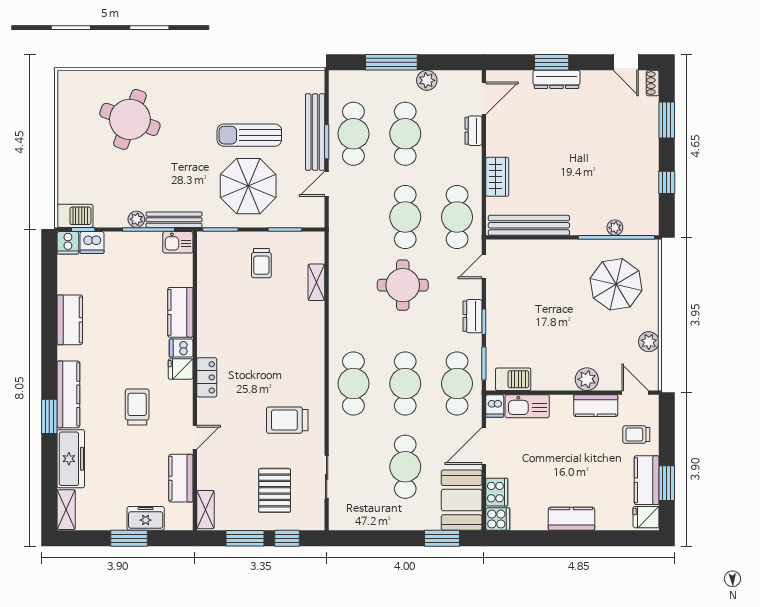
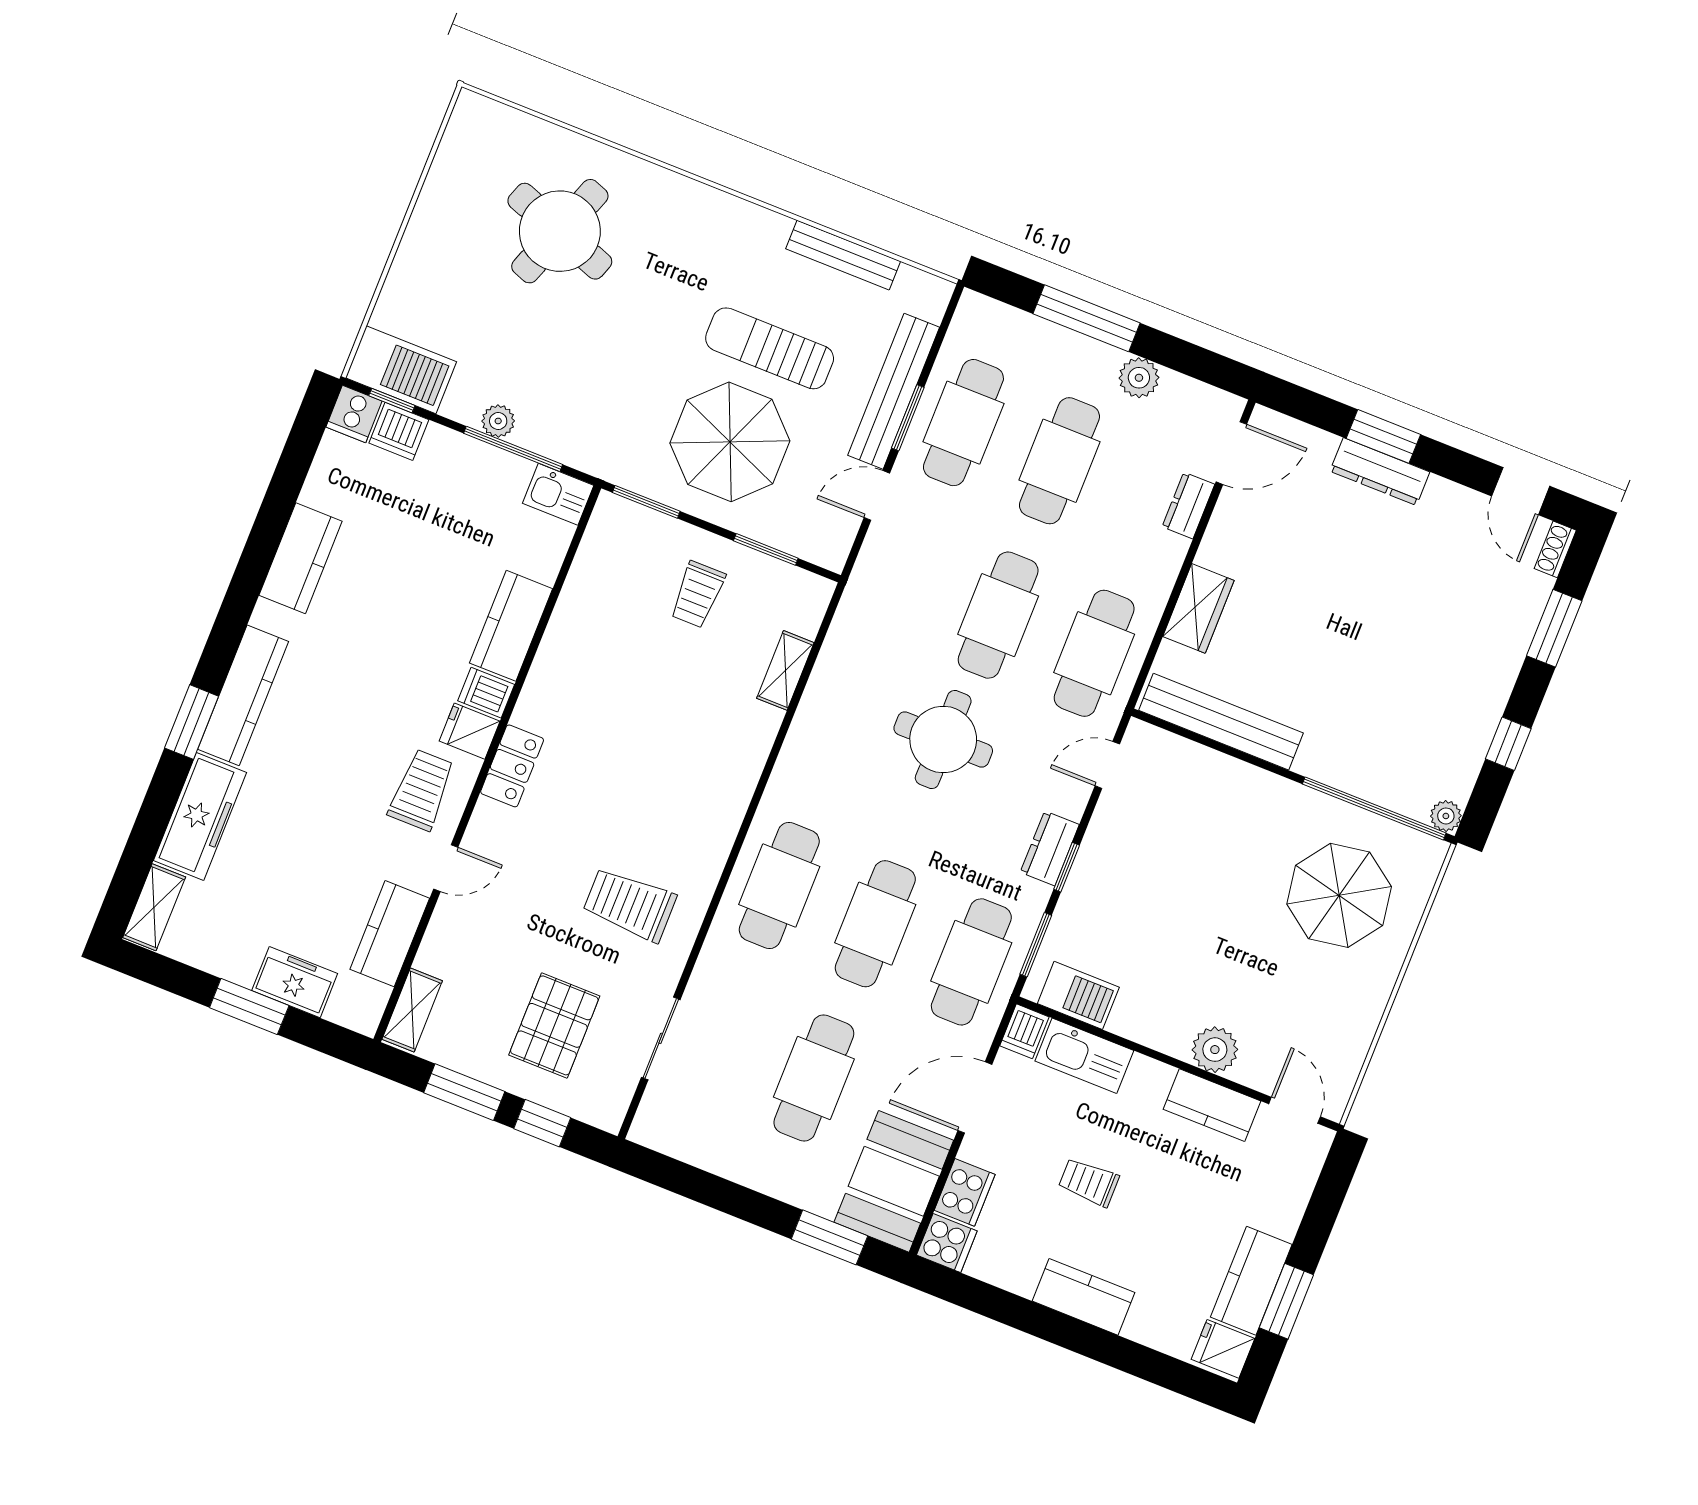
barbecue: (75, 216) -> (401, 370), width x1.37, depth x1.21
bench: (174, 220) -> (843, 255), moved
plant: (615, 228) -> (1446, 816), moved
plant: (649, 342) -> (1357, 1026), removed
trolley: (137, 407) -> (422, 790), moved
trolley: (636, 435) -> (1089, 1182), moved

